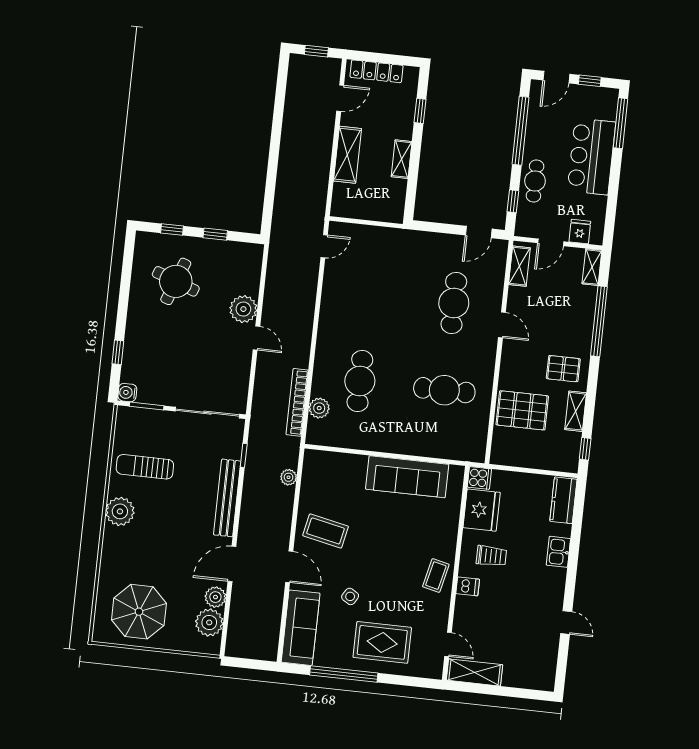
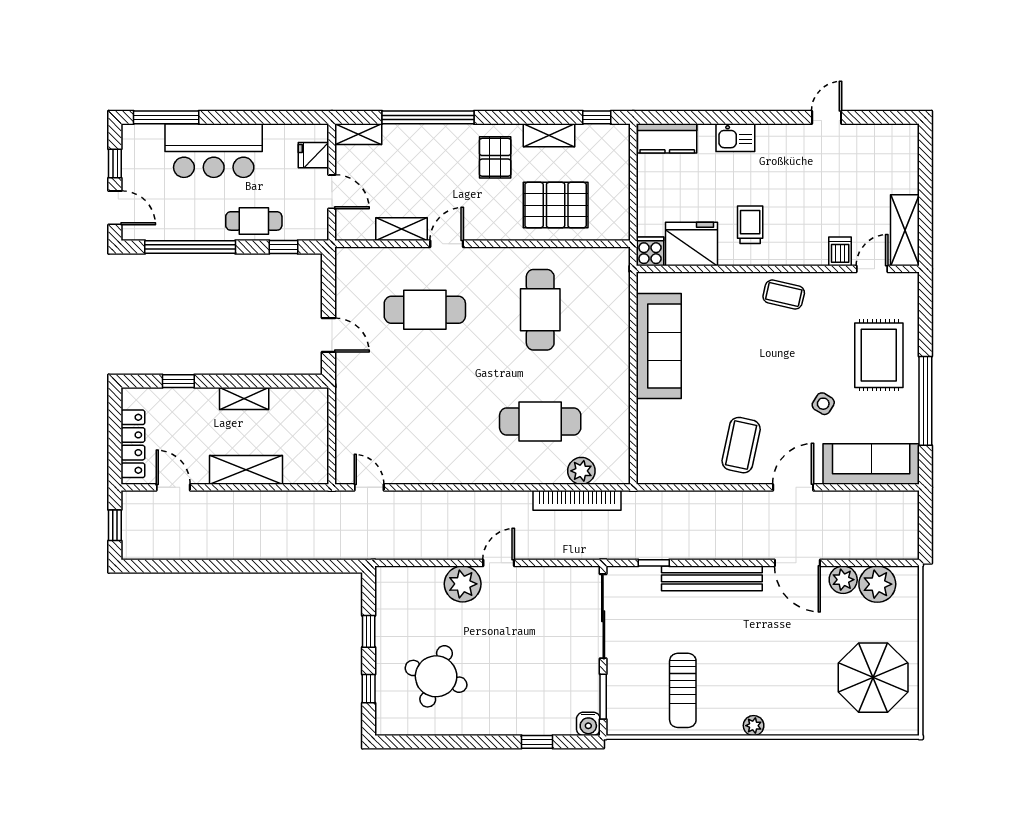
door: (479, 232) -> (328, 335), moved
shelving: (519, 266) -> (402, 229), moved
pallet: (522, 410) -> (556, 205), turned 90
plant: (289, 477) -> (676, 501), removed
plant: (120, 511) -> (754, 726), width x0.53, depth x0.53
dishwasher: (468, 586) -> (840, 251), moved

